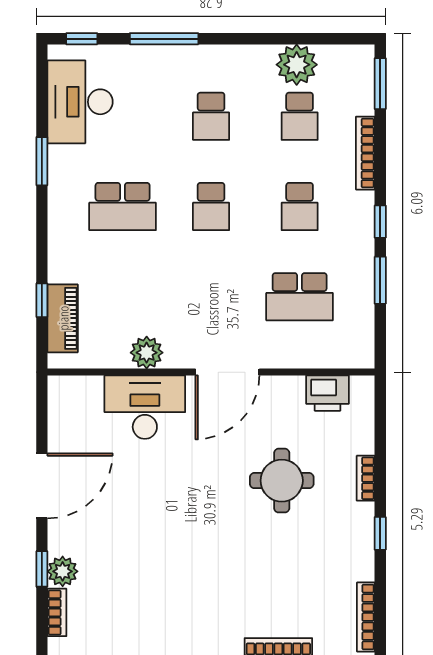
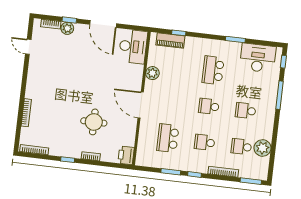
printer: (327, 393) -> (126, 155), moved
desk: (145, 407) -> (133, 46), moved

